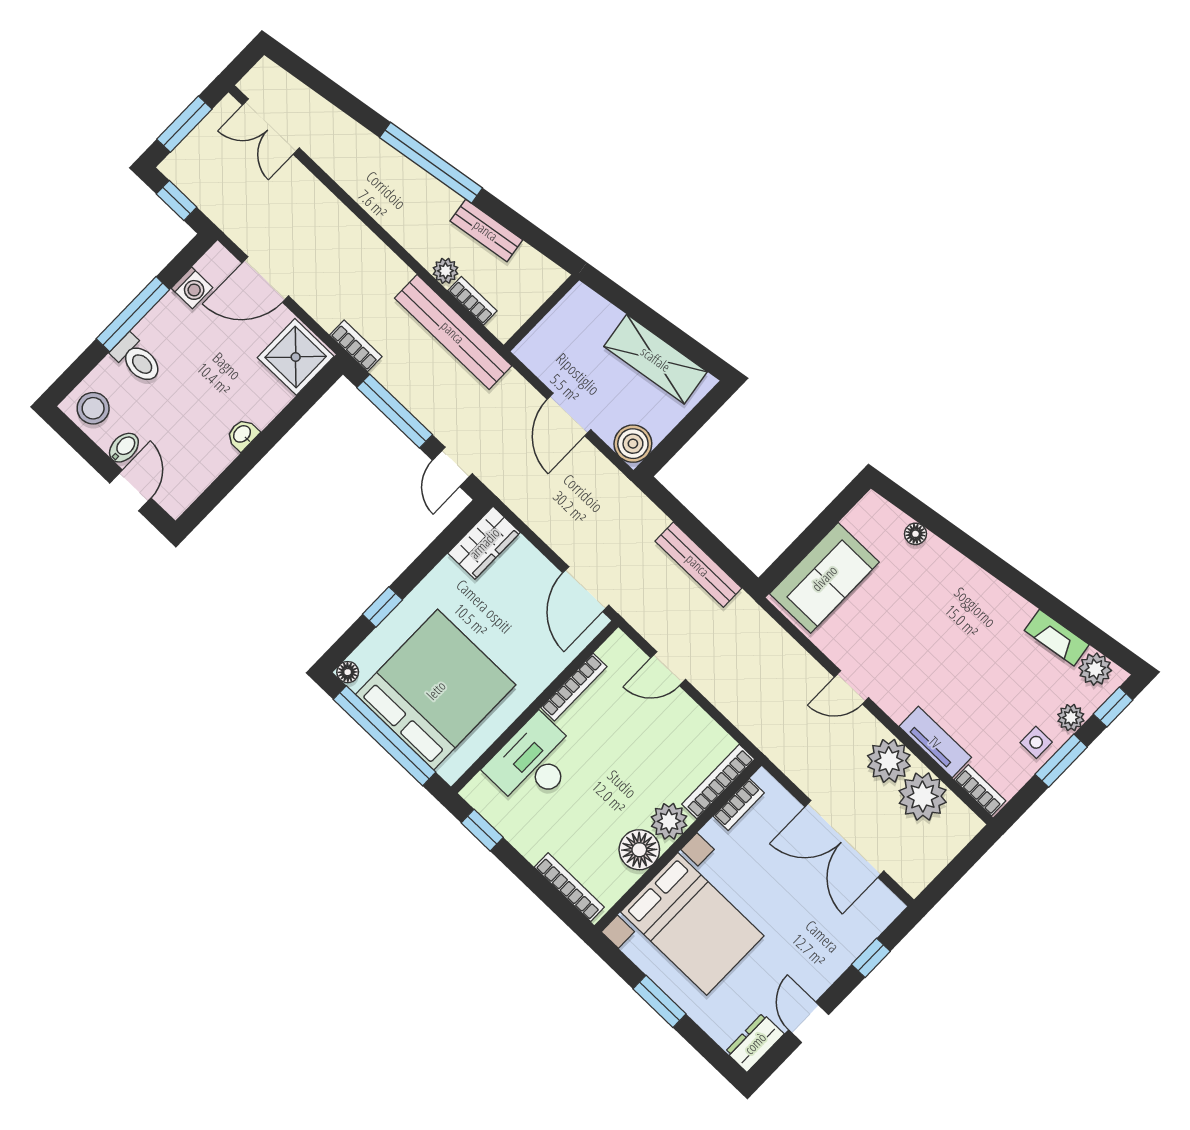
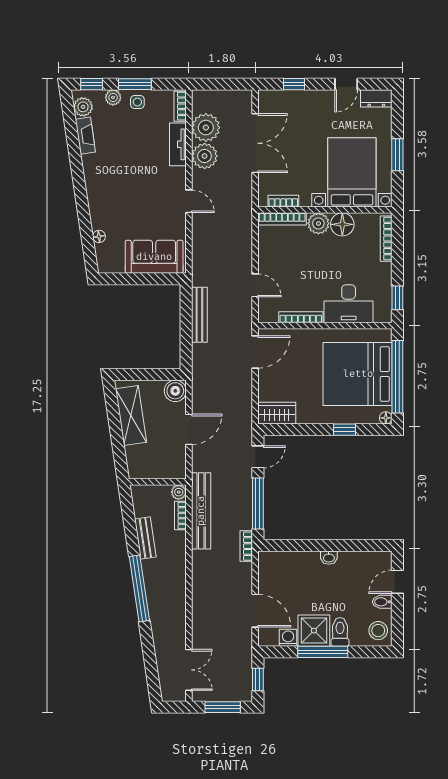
plant: (446, 271) -> (179, 492), moved
shower: (296, 357) -> (314, 631), moved

